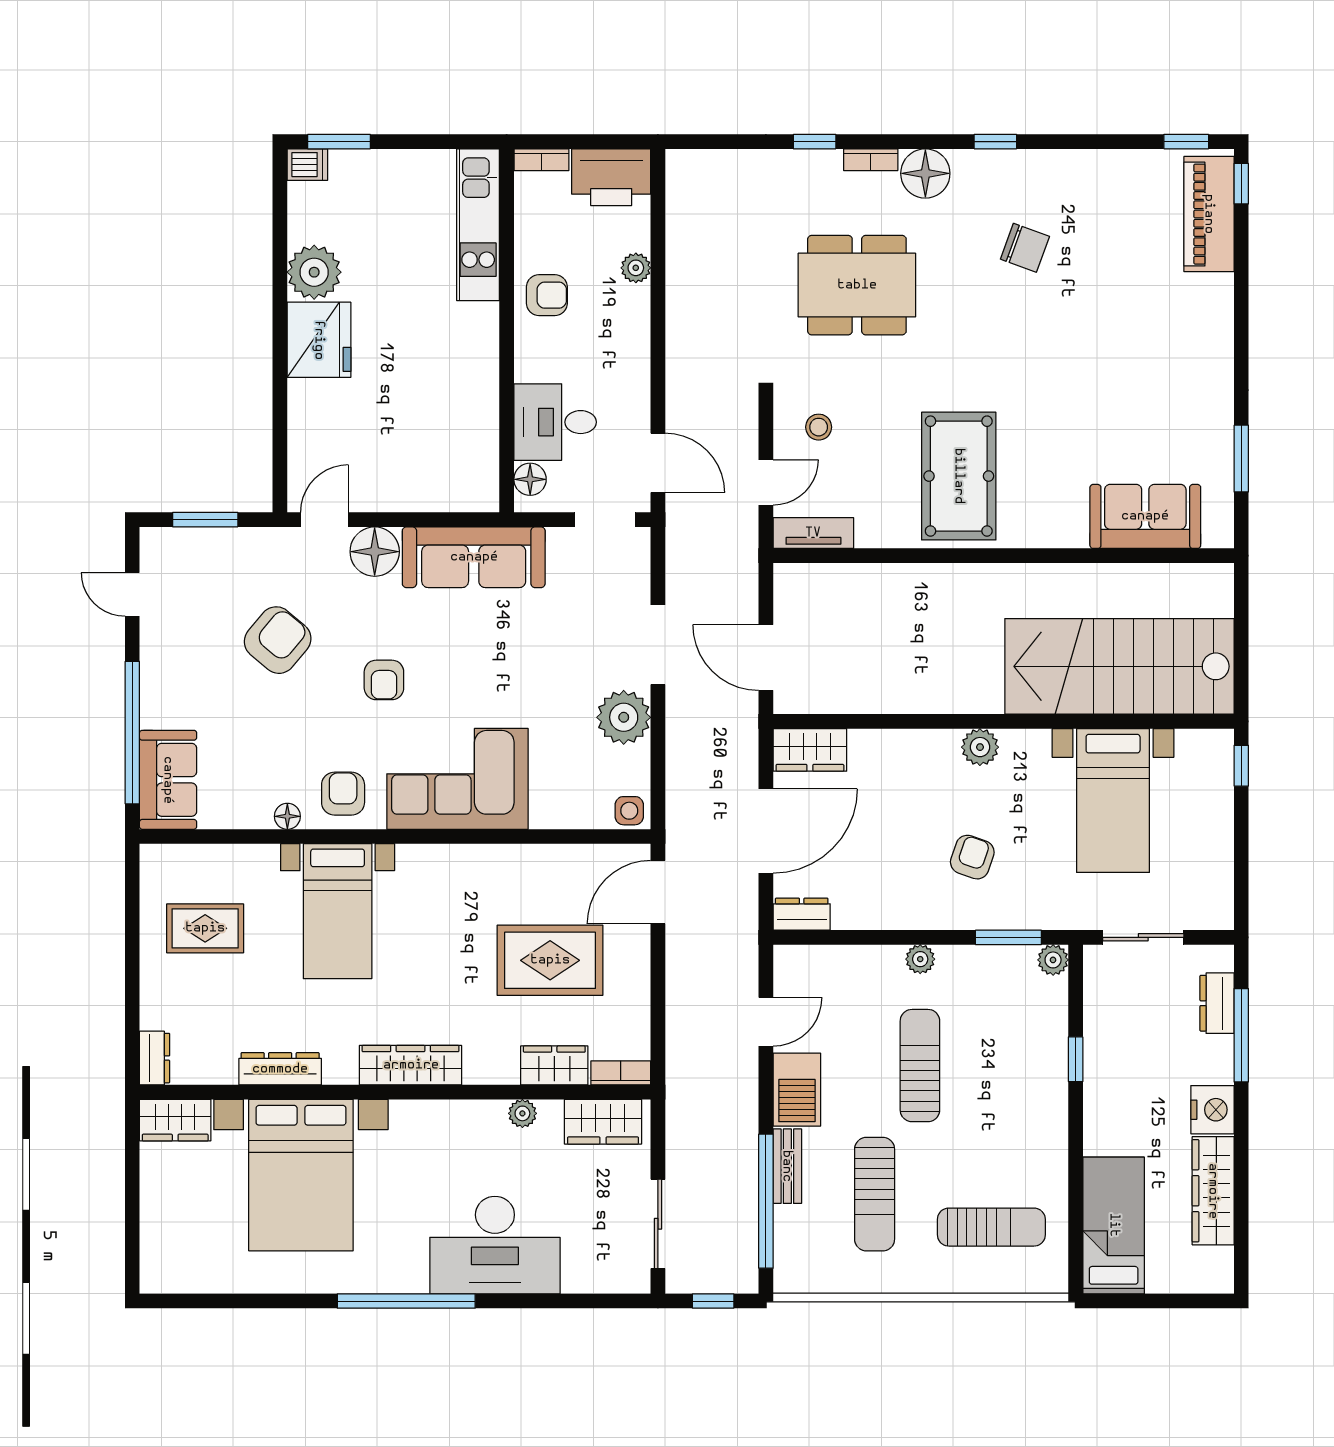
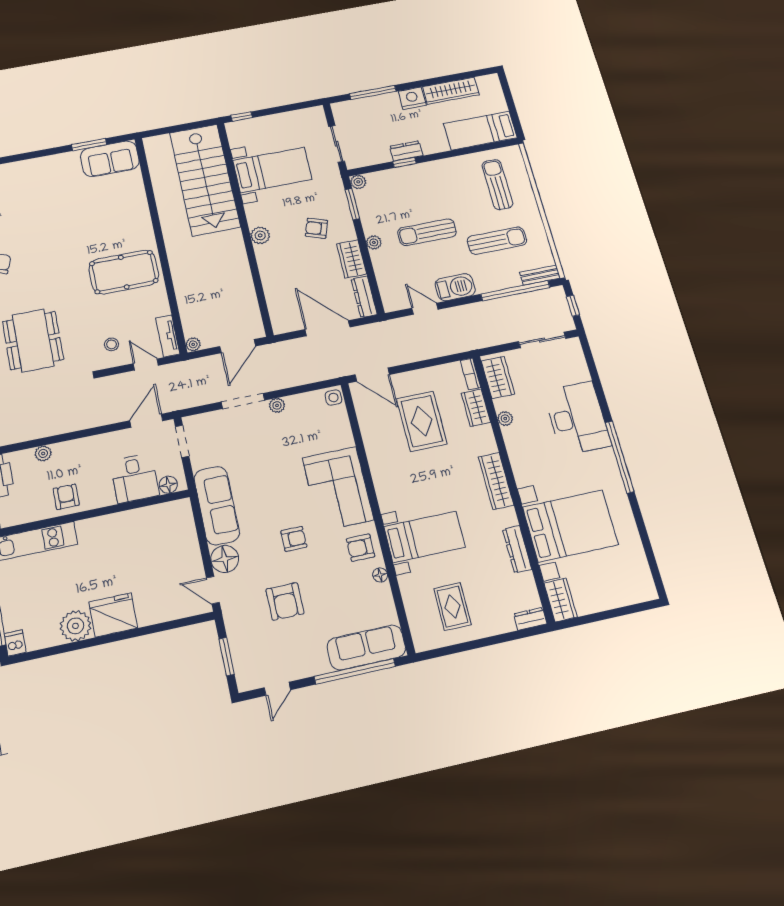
sofa: (1145, 516) -> (110, 159), moved, turned -90
plant: (787, 577) -> (193, 344), added
armchair: (278, 640) -> (285, 601), turned -130
plant: (624, 717) -> (277, 405), width x0.53, depth x0.53
wardrobe: (810, 750) -> (352, 259), moved, turned 180
sofa: (168, 780) -> (366, 647), width x1.36
dresser: (802, 914) -> (364, 297), width x1.44
dresser: (1217, 1003) -> (406, 151), moved, turned 180
bench: (787, 1166) -> (540, 275), moved

